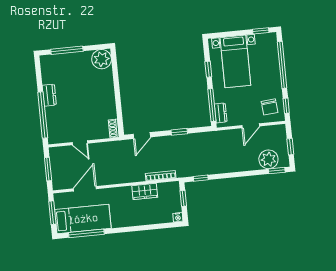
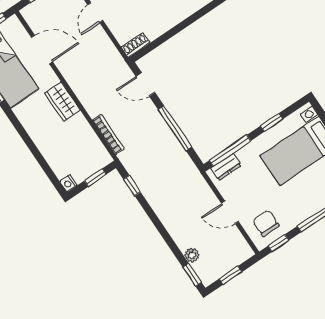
chair: (269, 107) -> (266, 223), turned 95
window: (179, 132) -> (175, 128), width x2.17
plant: (268, 159) -> (192, 255), width x0.53, depth x0.53
wardrobe: (145, 191) -> (62, 102), moved

